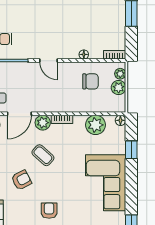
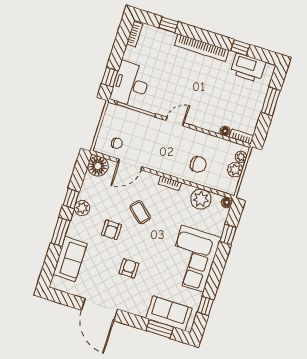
floor lamp: (84, 54) -> (225, 131), moved
door: (49, 61) -> (175, 122), swing flipped
chair: (90, 81) -> (198, 164), moved
plant: (43, 123) -> (150, 180), removed
armchair: (21, 180) -> (111, 230), turned 117

